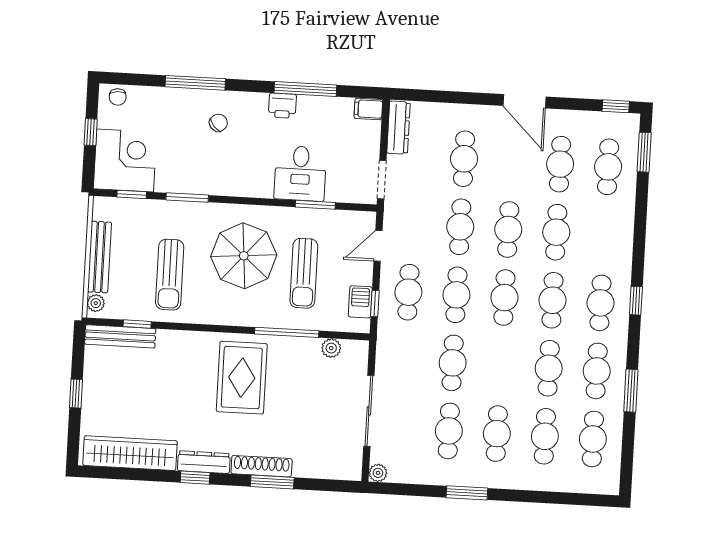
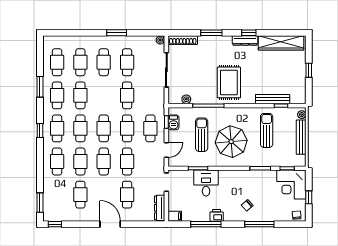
door: (525, 101) -> (110, 224), moved
cafe table: (608, 167) -> (57, 161), moved
bench: (120, 336) -> (273, 99), moved
shoe rack: (262, 466) -> (183, 40), moved

